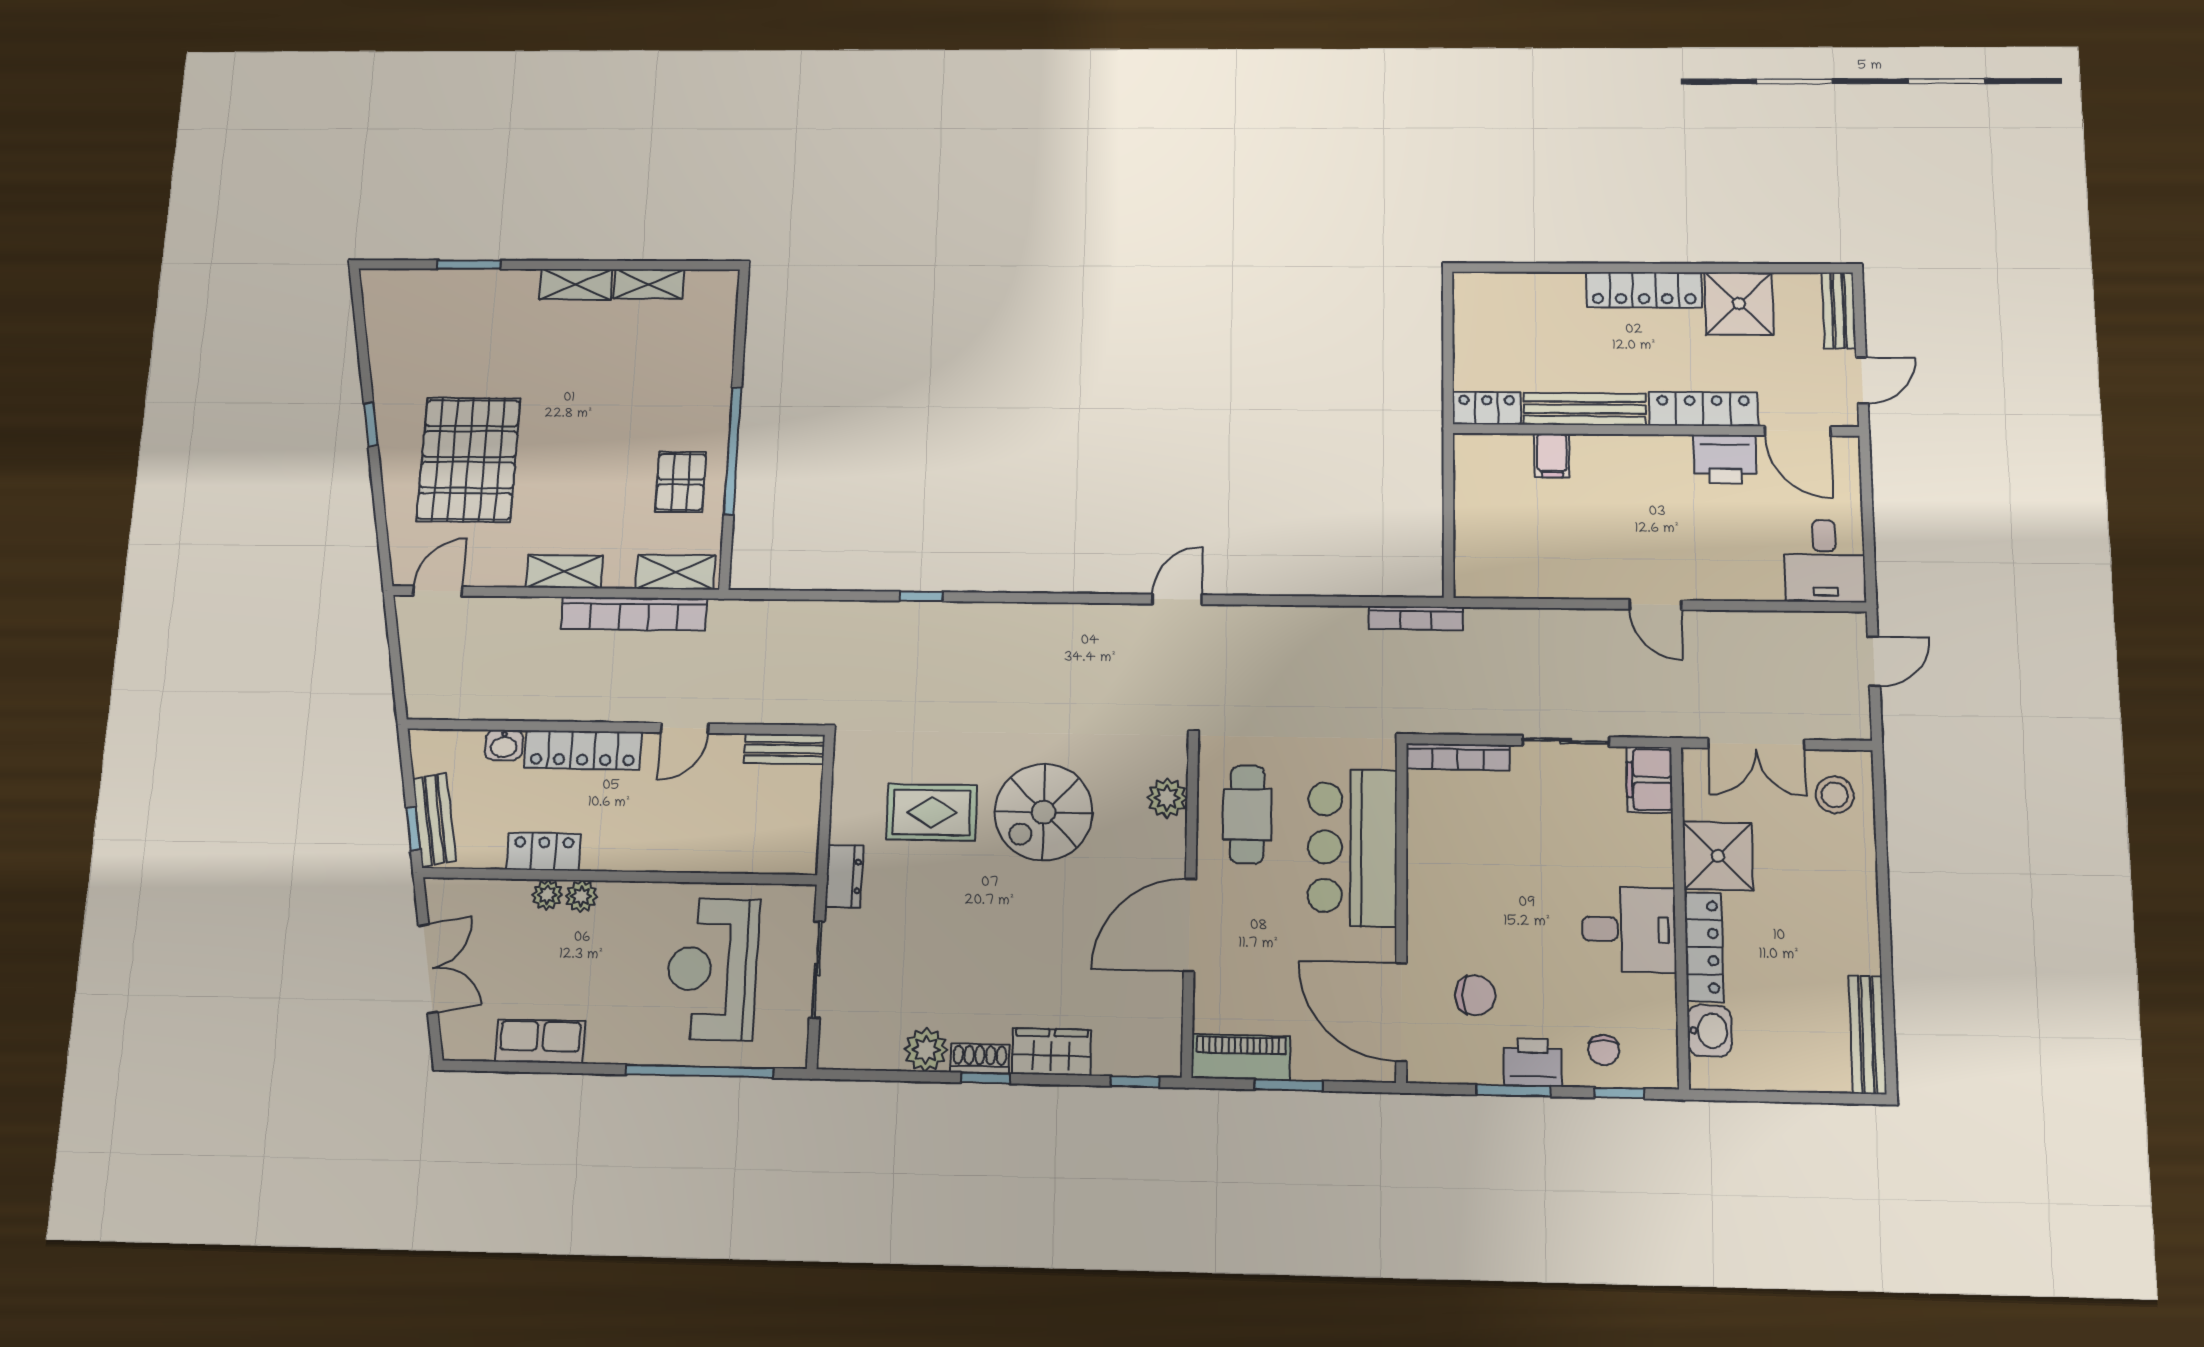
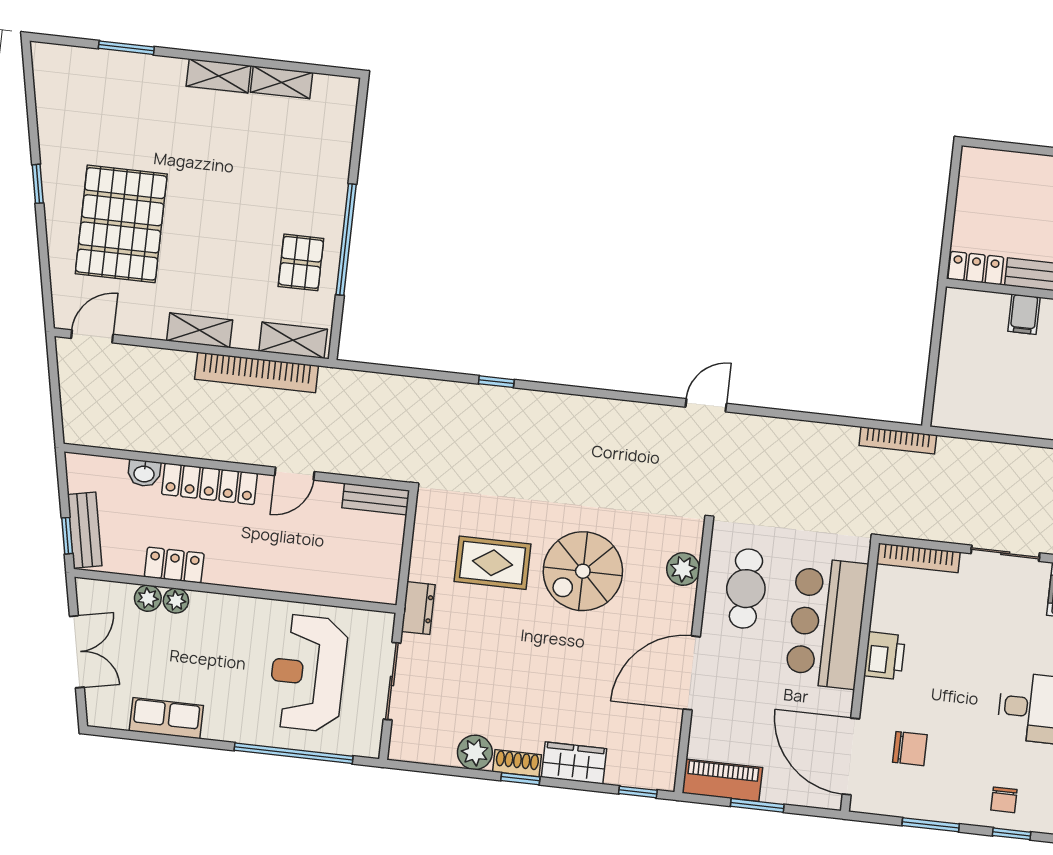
plant: (581, 896) -> (148, 598), moved
printer: (1533, 1062) -> (885, 656), moved, turned 90

